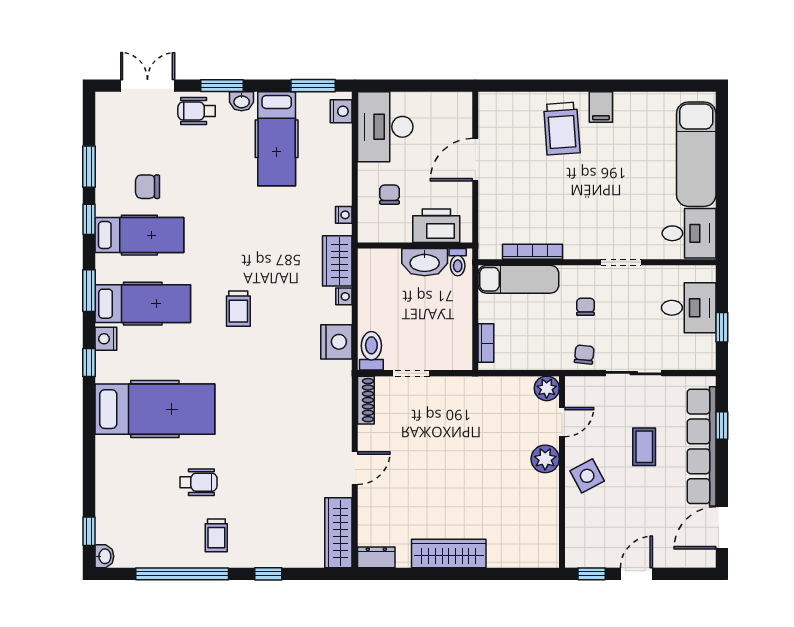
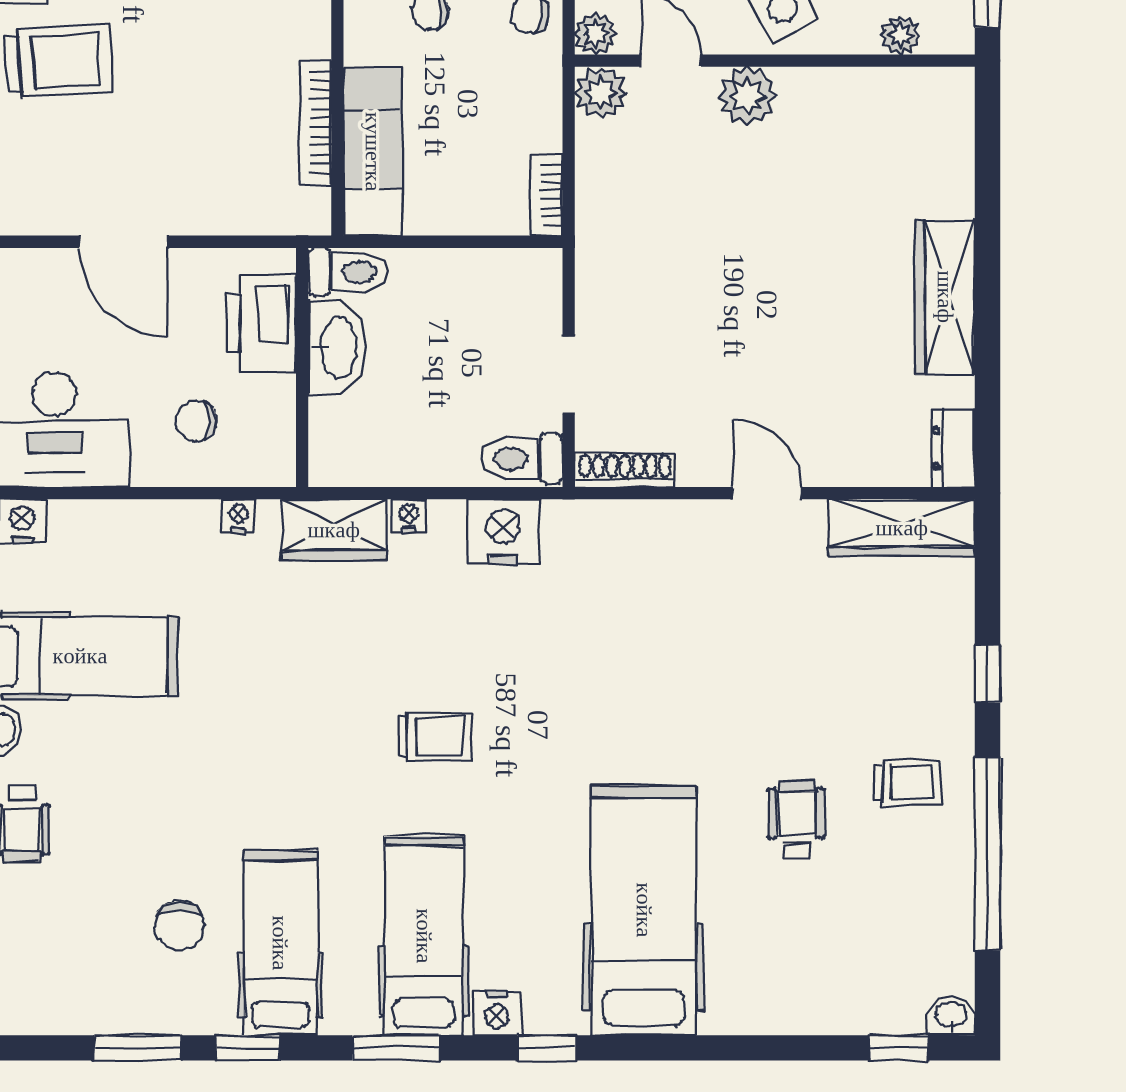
toilet: (458, 262) -> (348, 272), width x1.37, depth x1.39
bookcase: (486, 343) -> (546, 195), moved, turned -90
plant: (575, 386) -> (596, 34), added
plant: (574, 532) -> (901, 35), added

